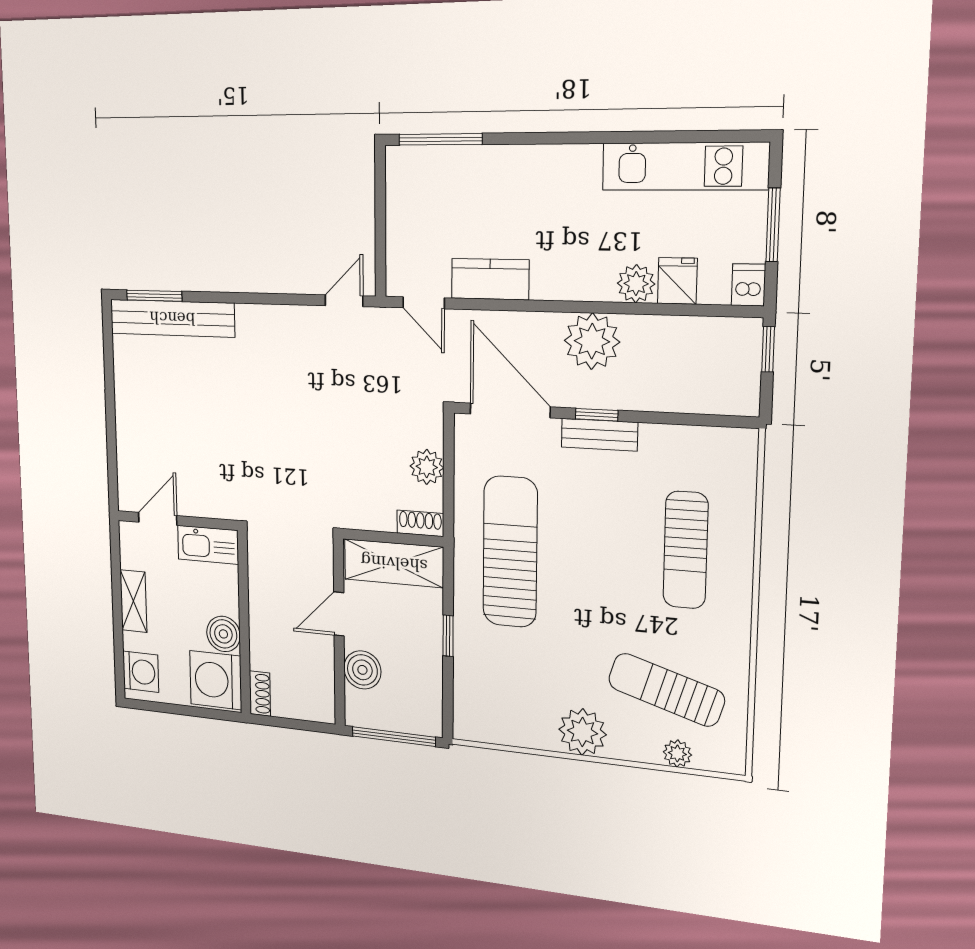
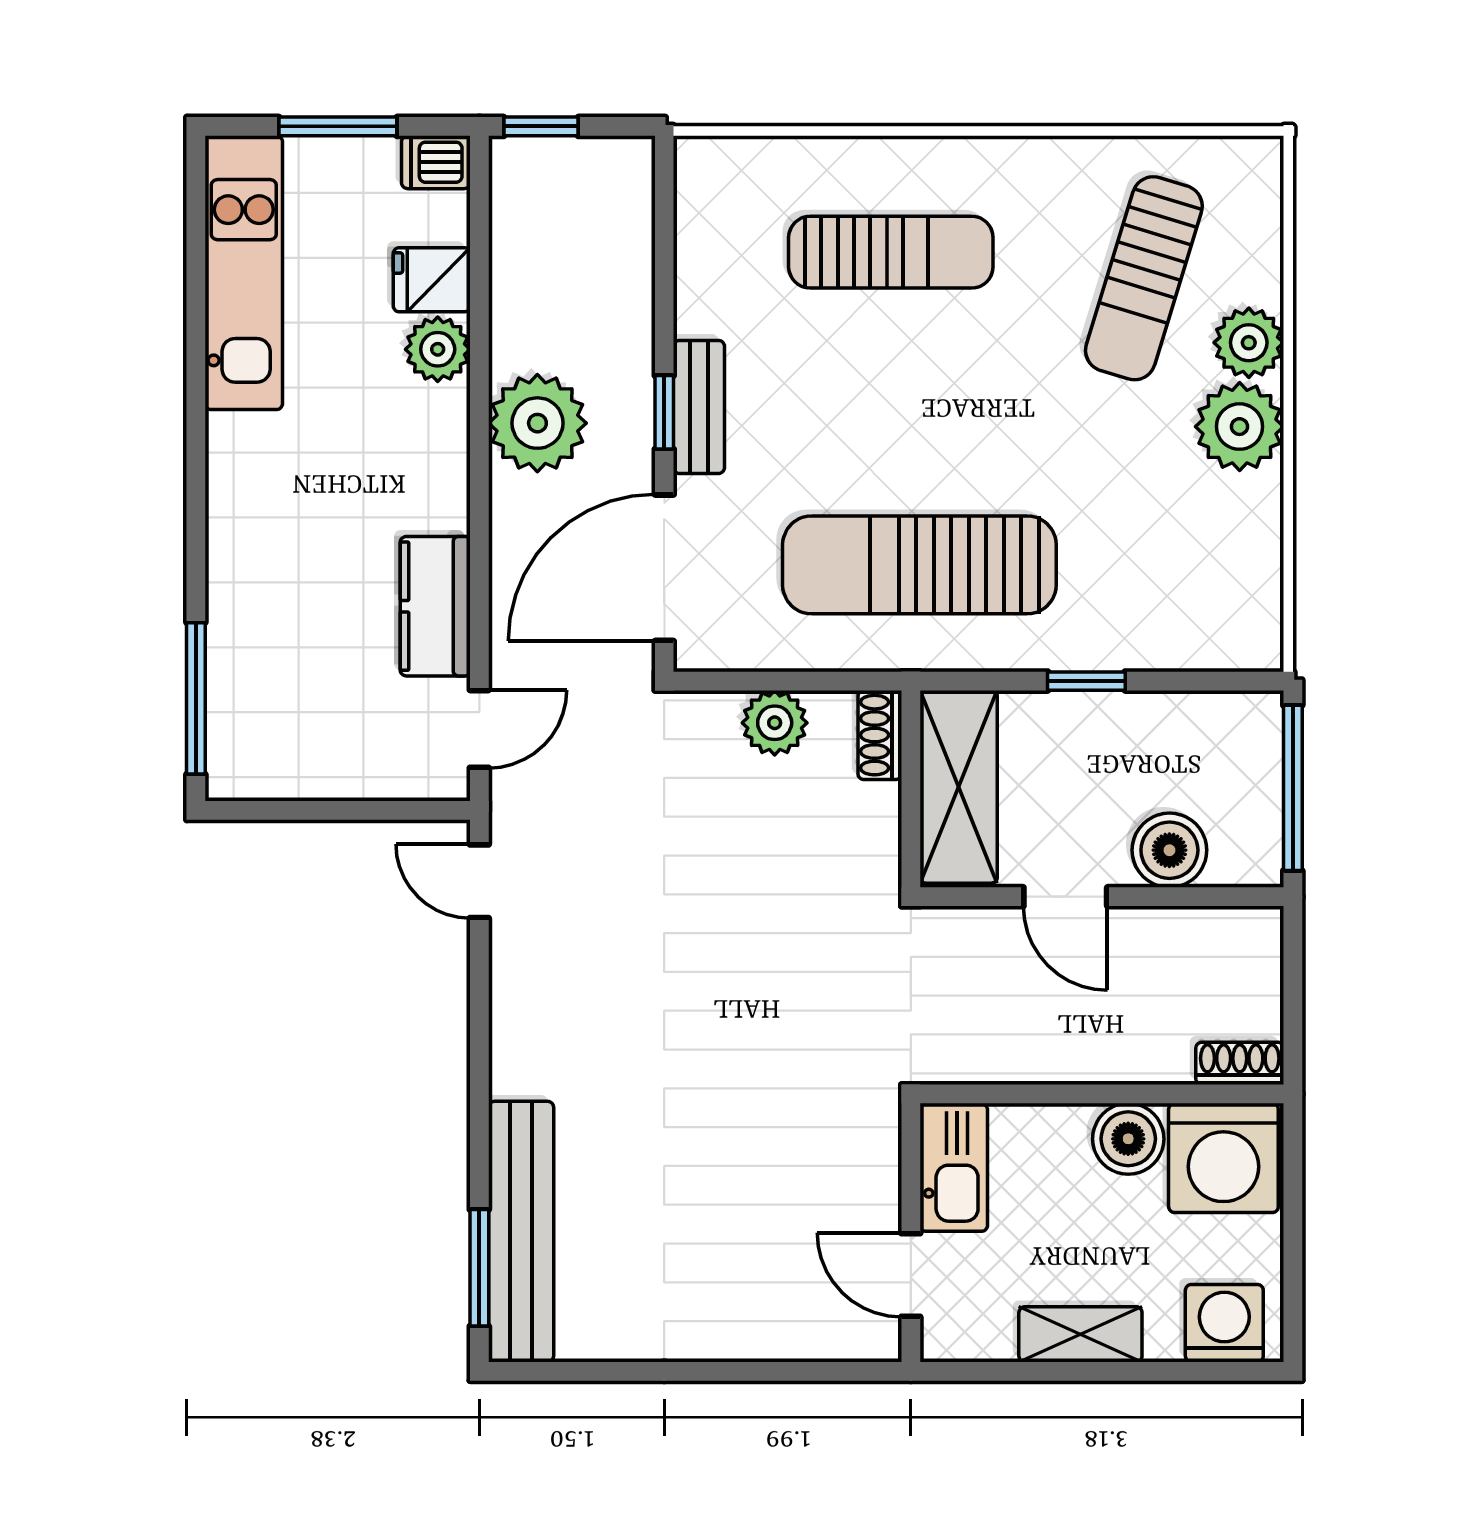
plant: (677, 753) -> (1249, 343), moved, width x1.38, depth x1.38

